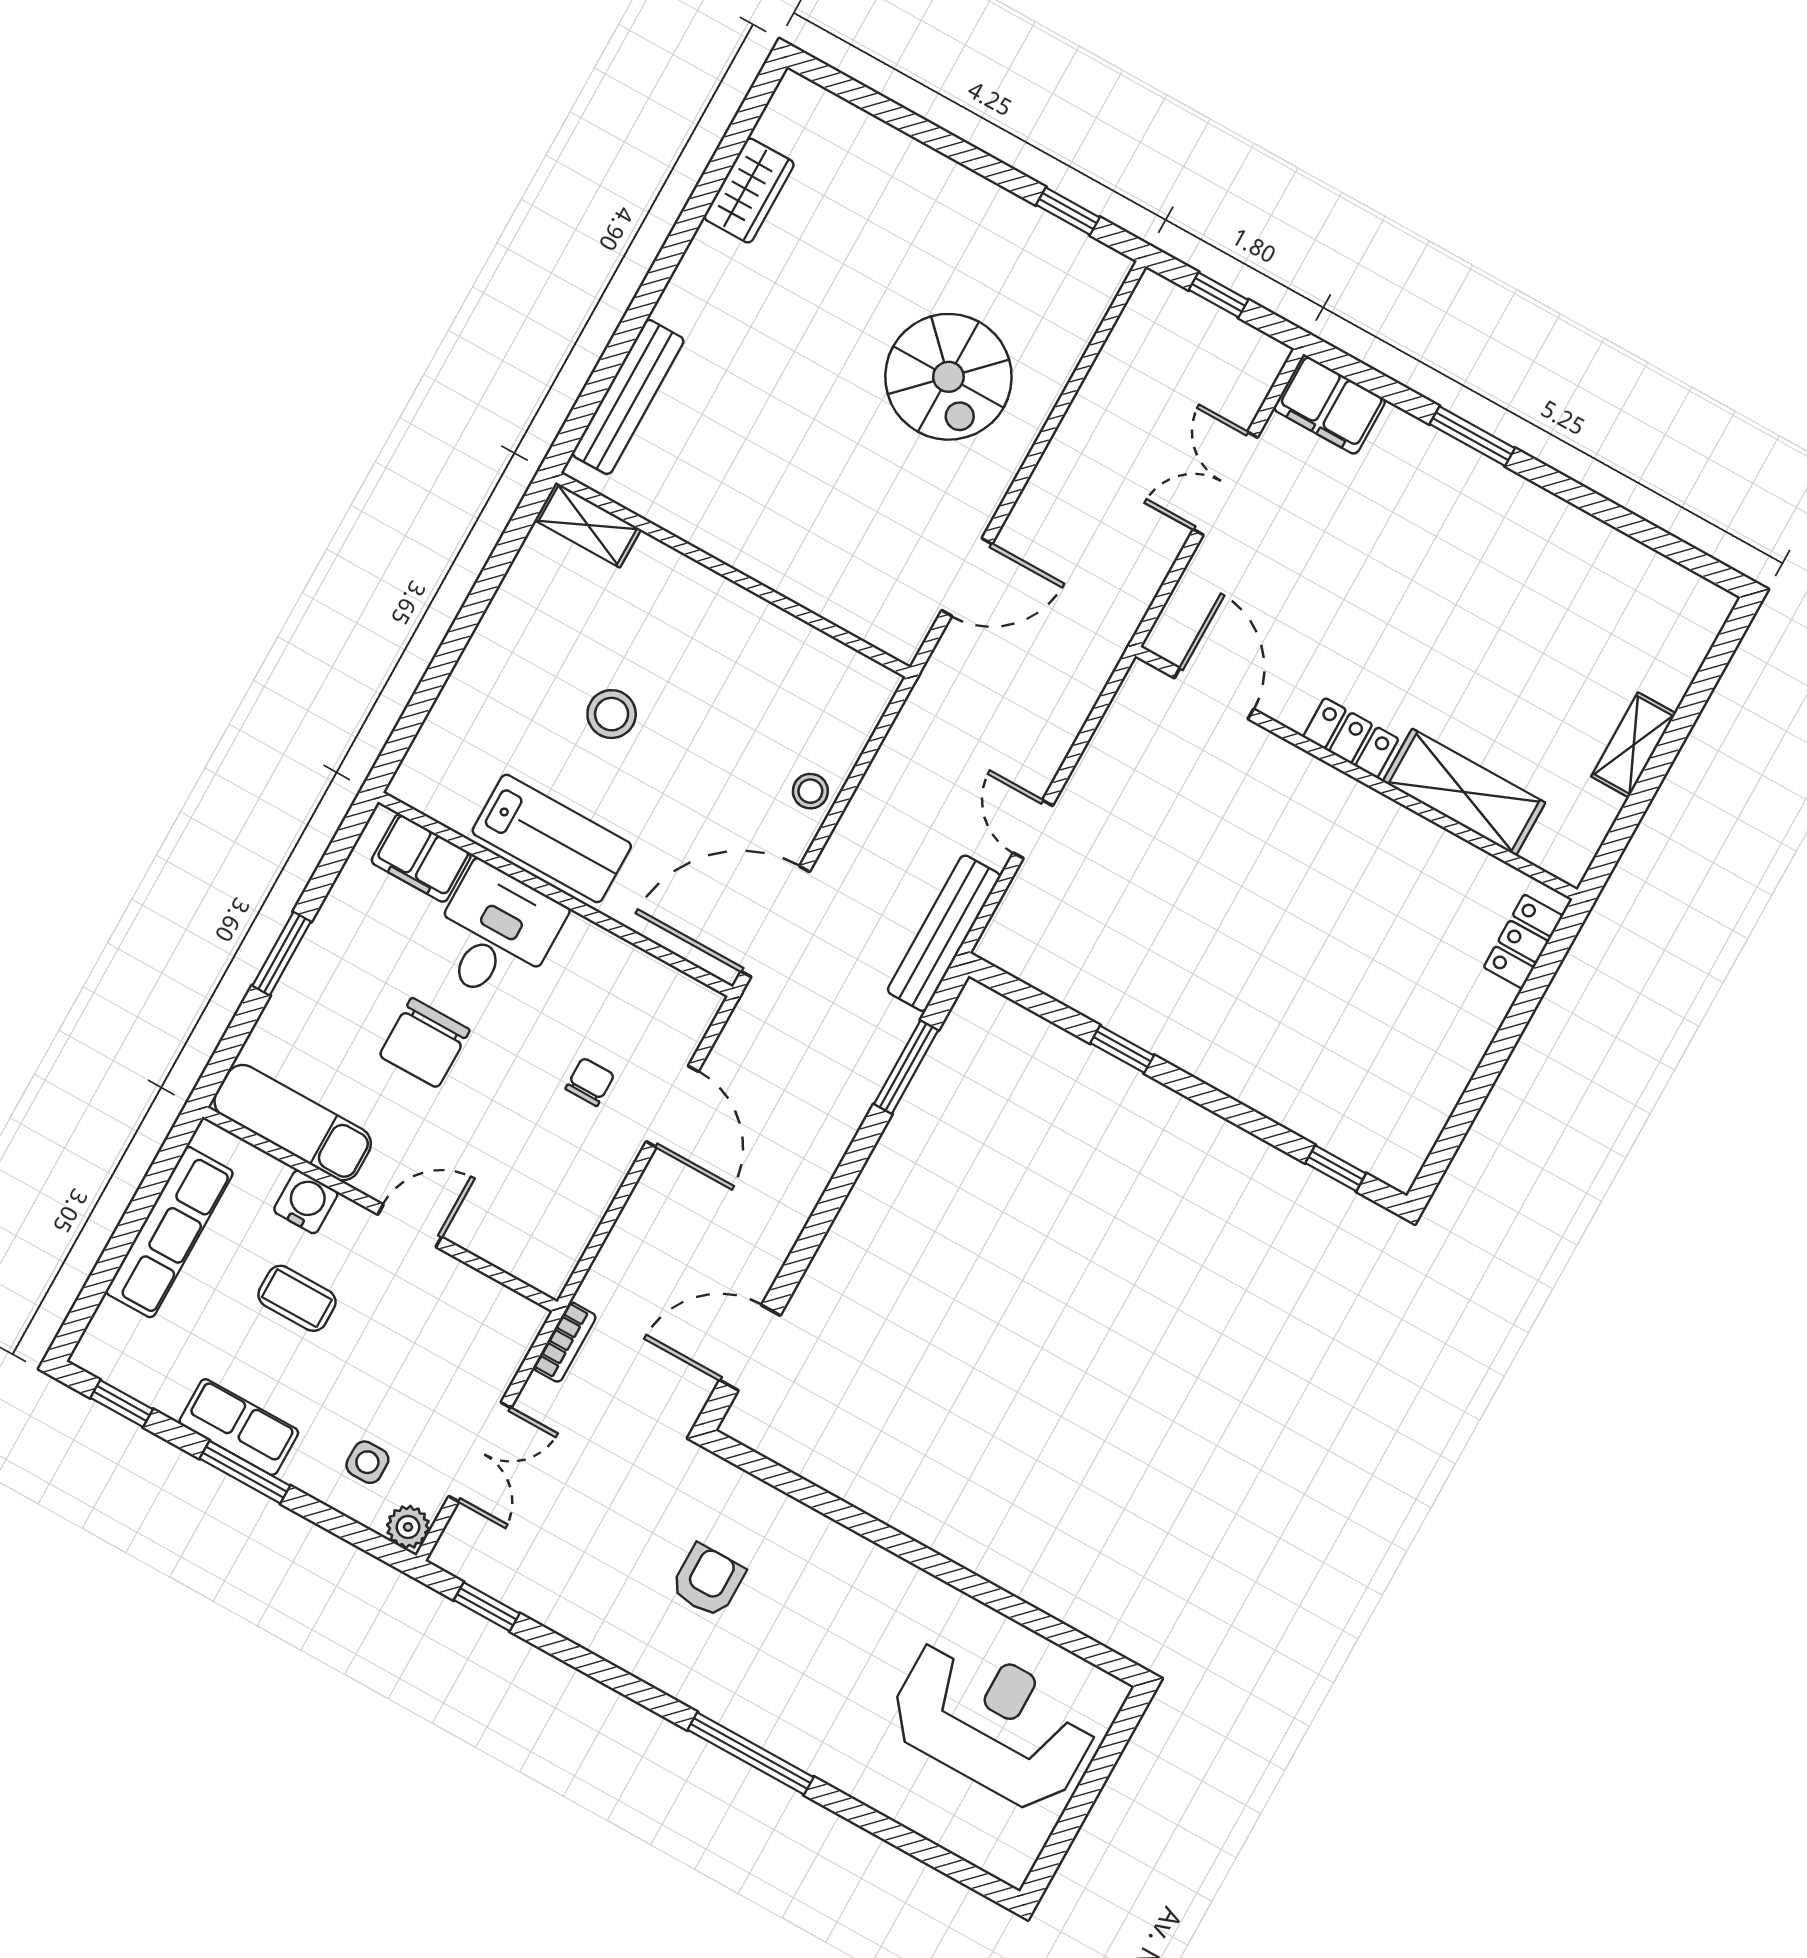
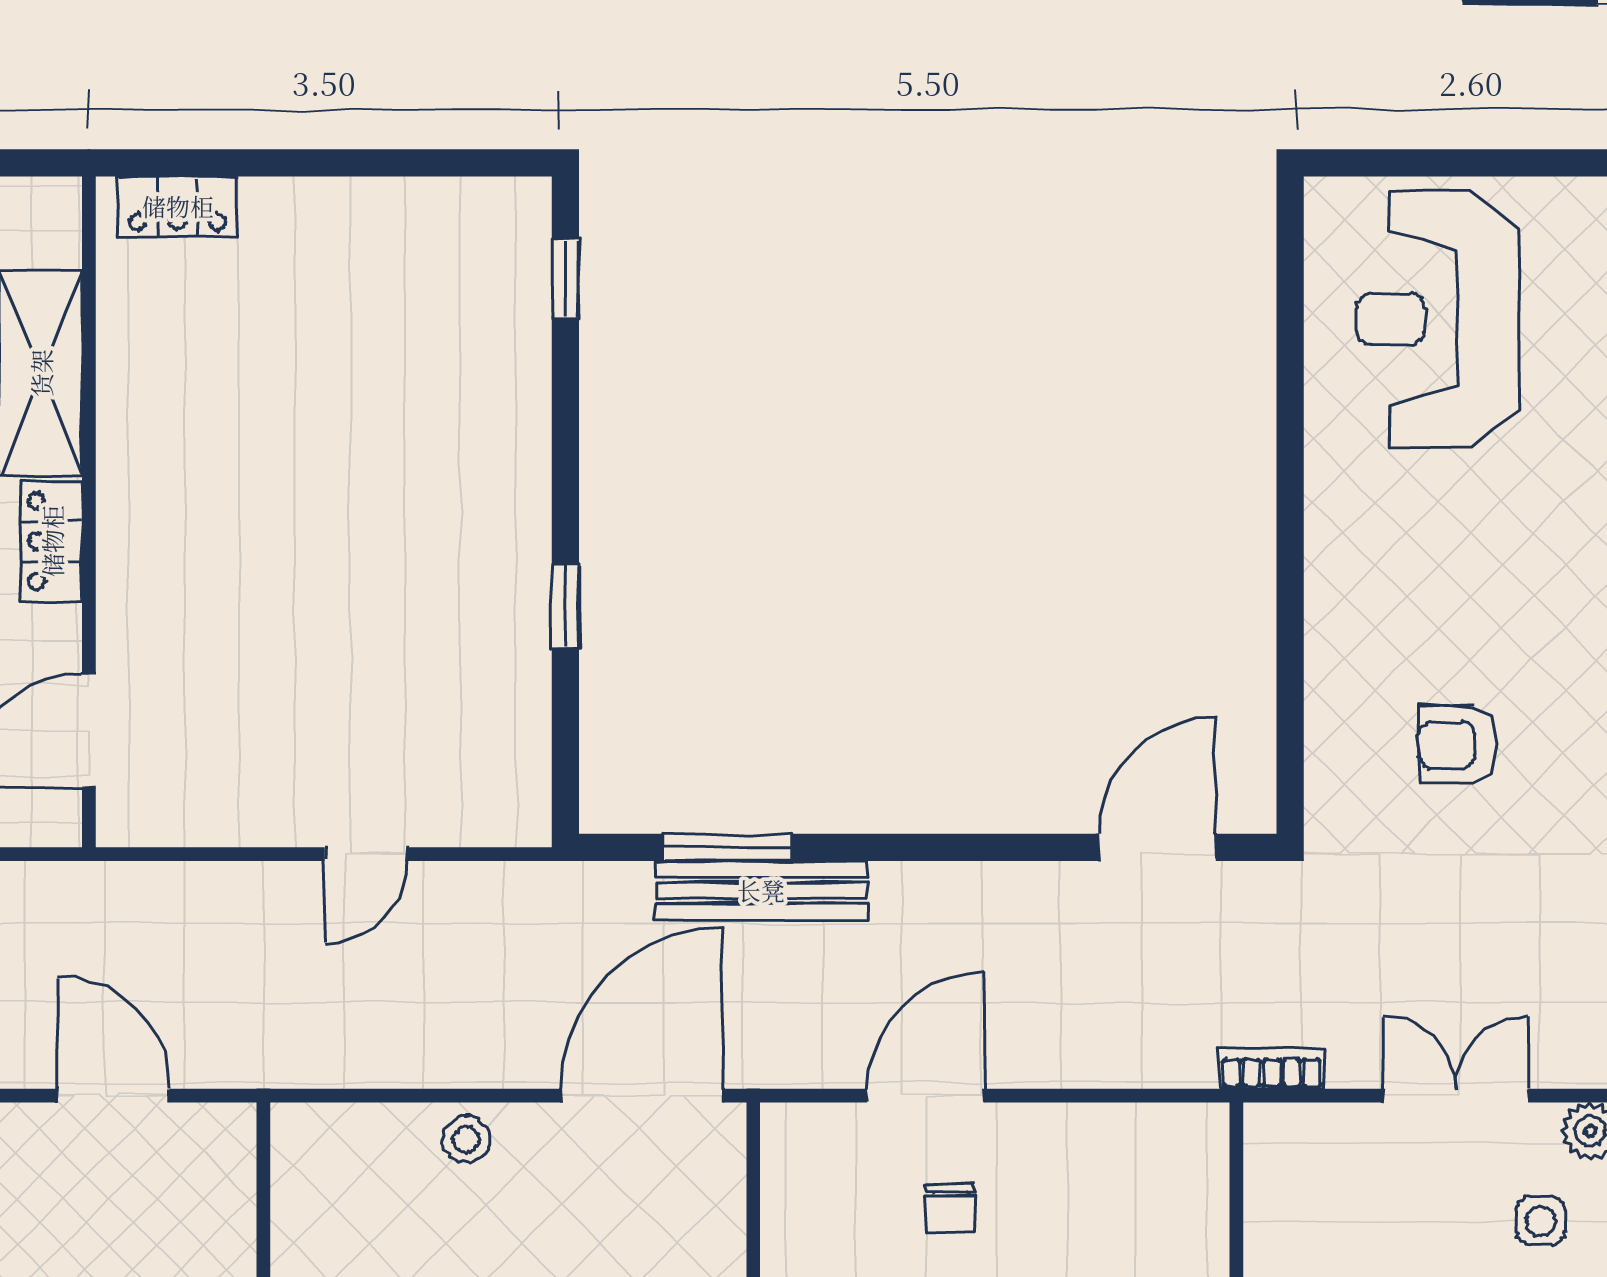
door: (775, 921) -> (642, 1096), swing flipped
bench: (944, 933) -> (761, 890), moved
chair: (590, 1082) -> (950, 1208), turned -91
door: (750, 1348) -> (1158, 847), swing flipped

